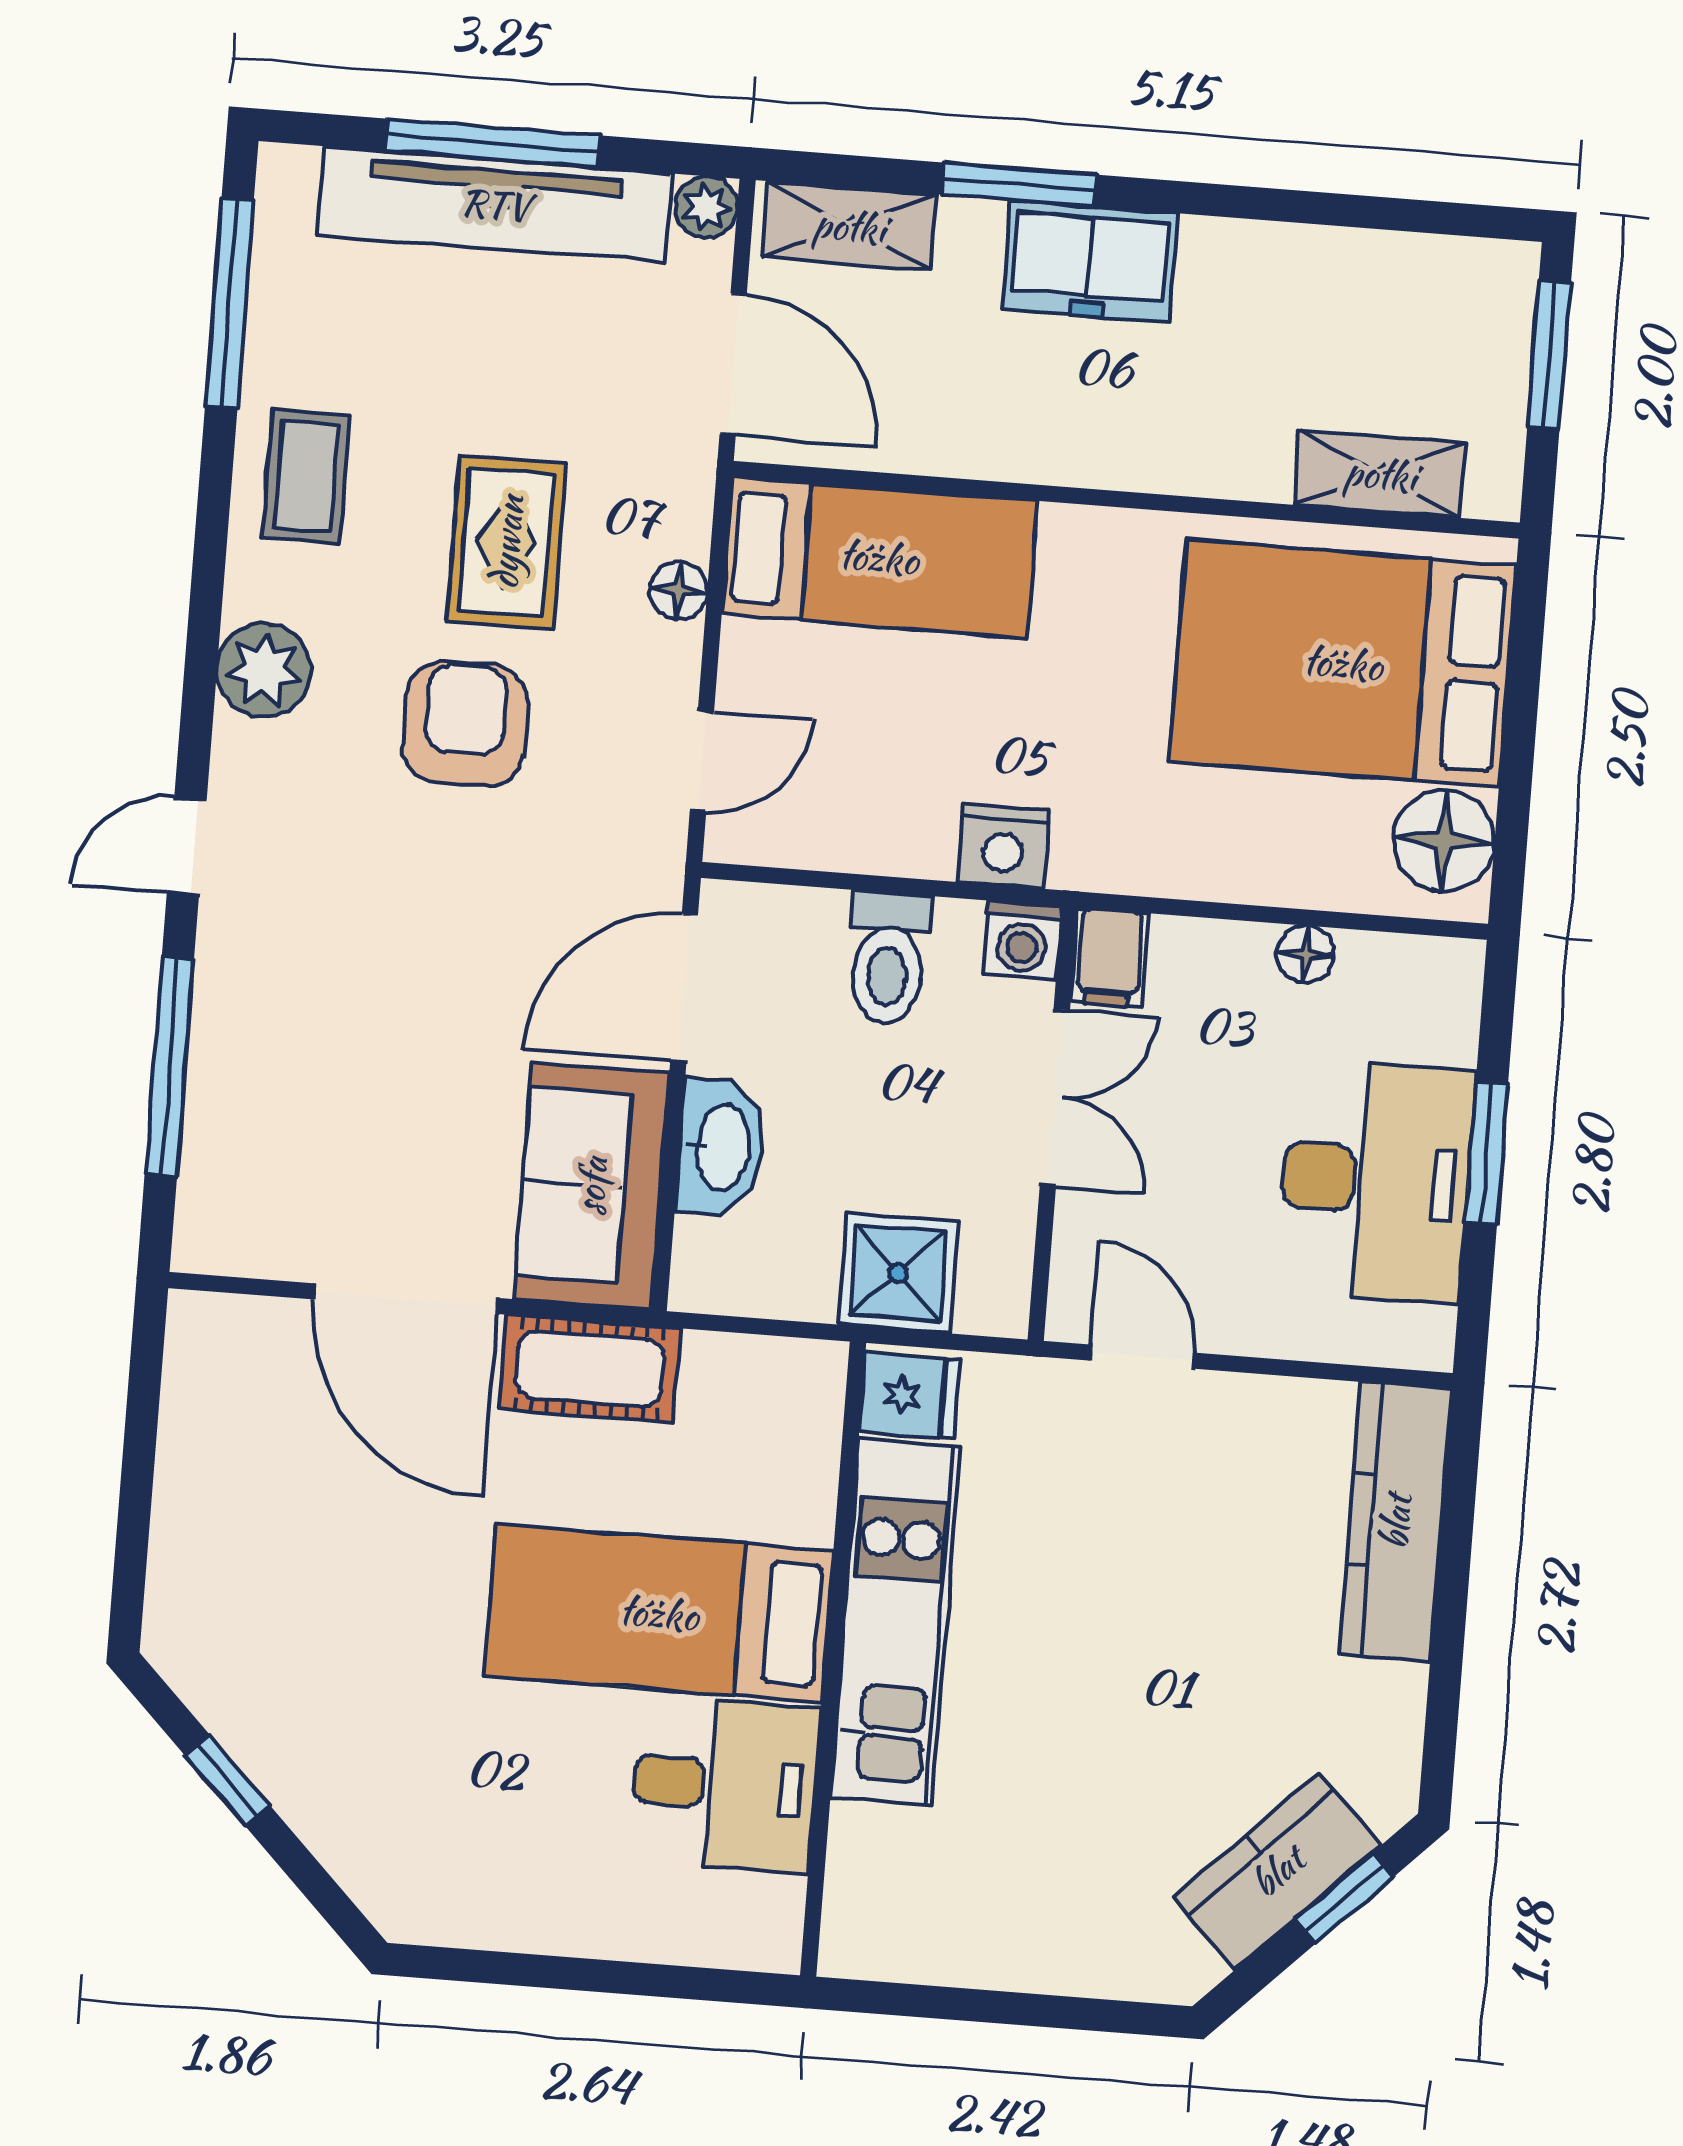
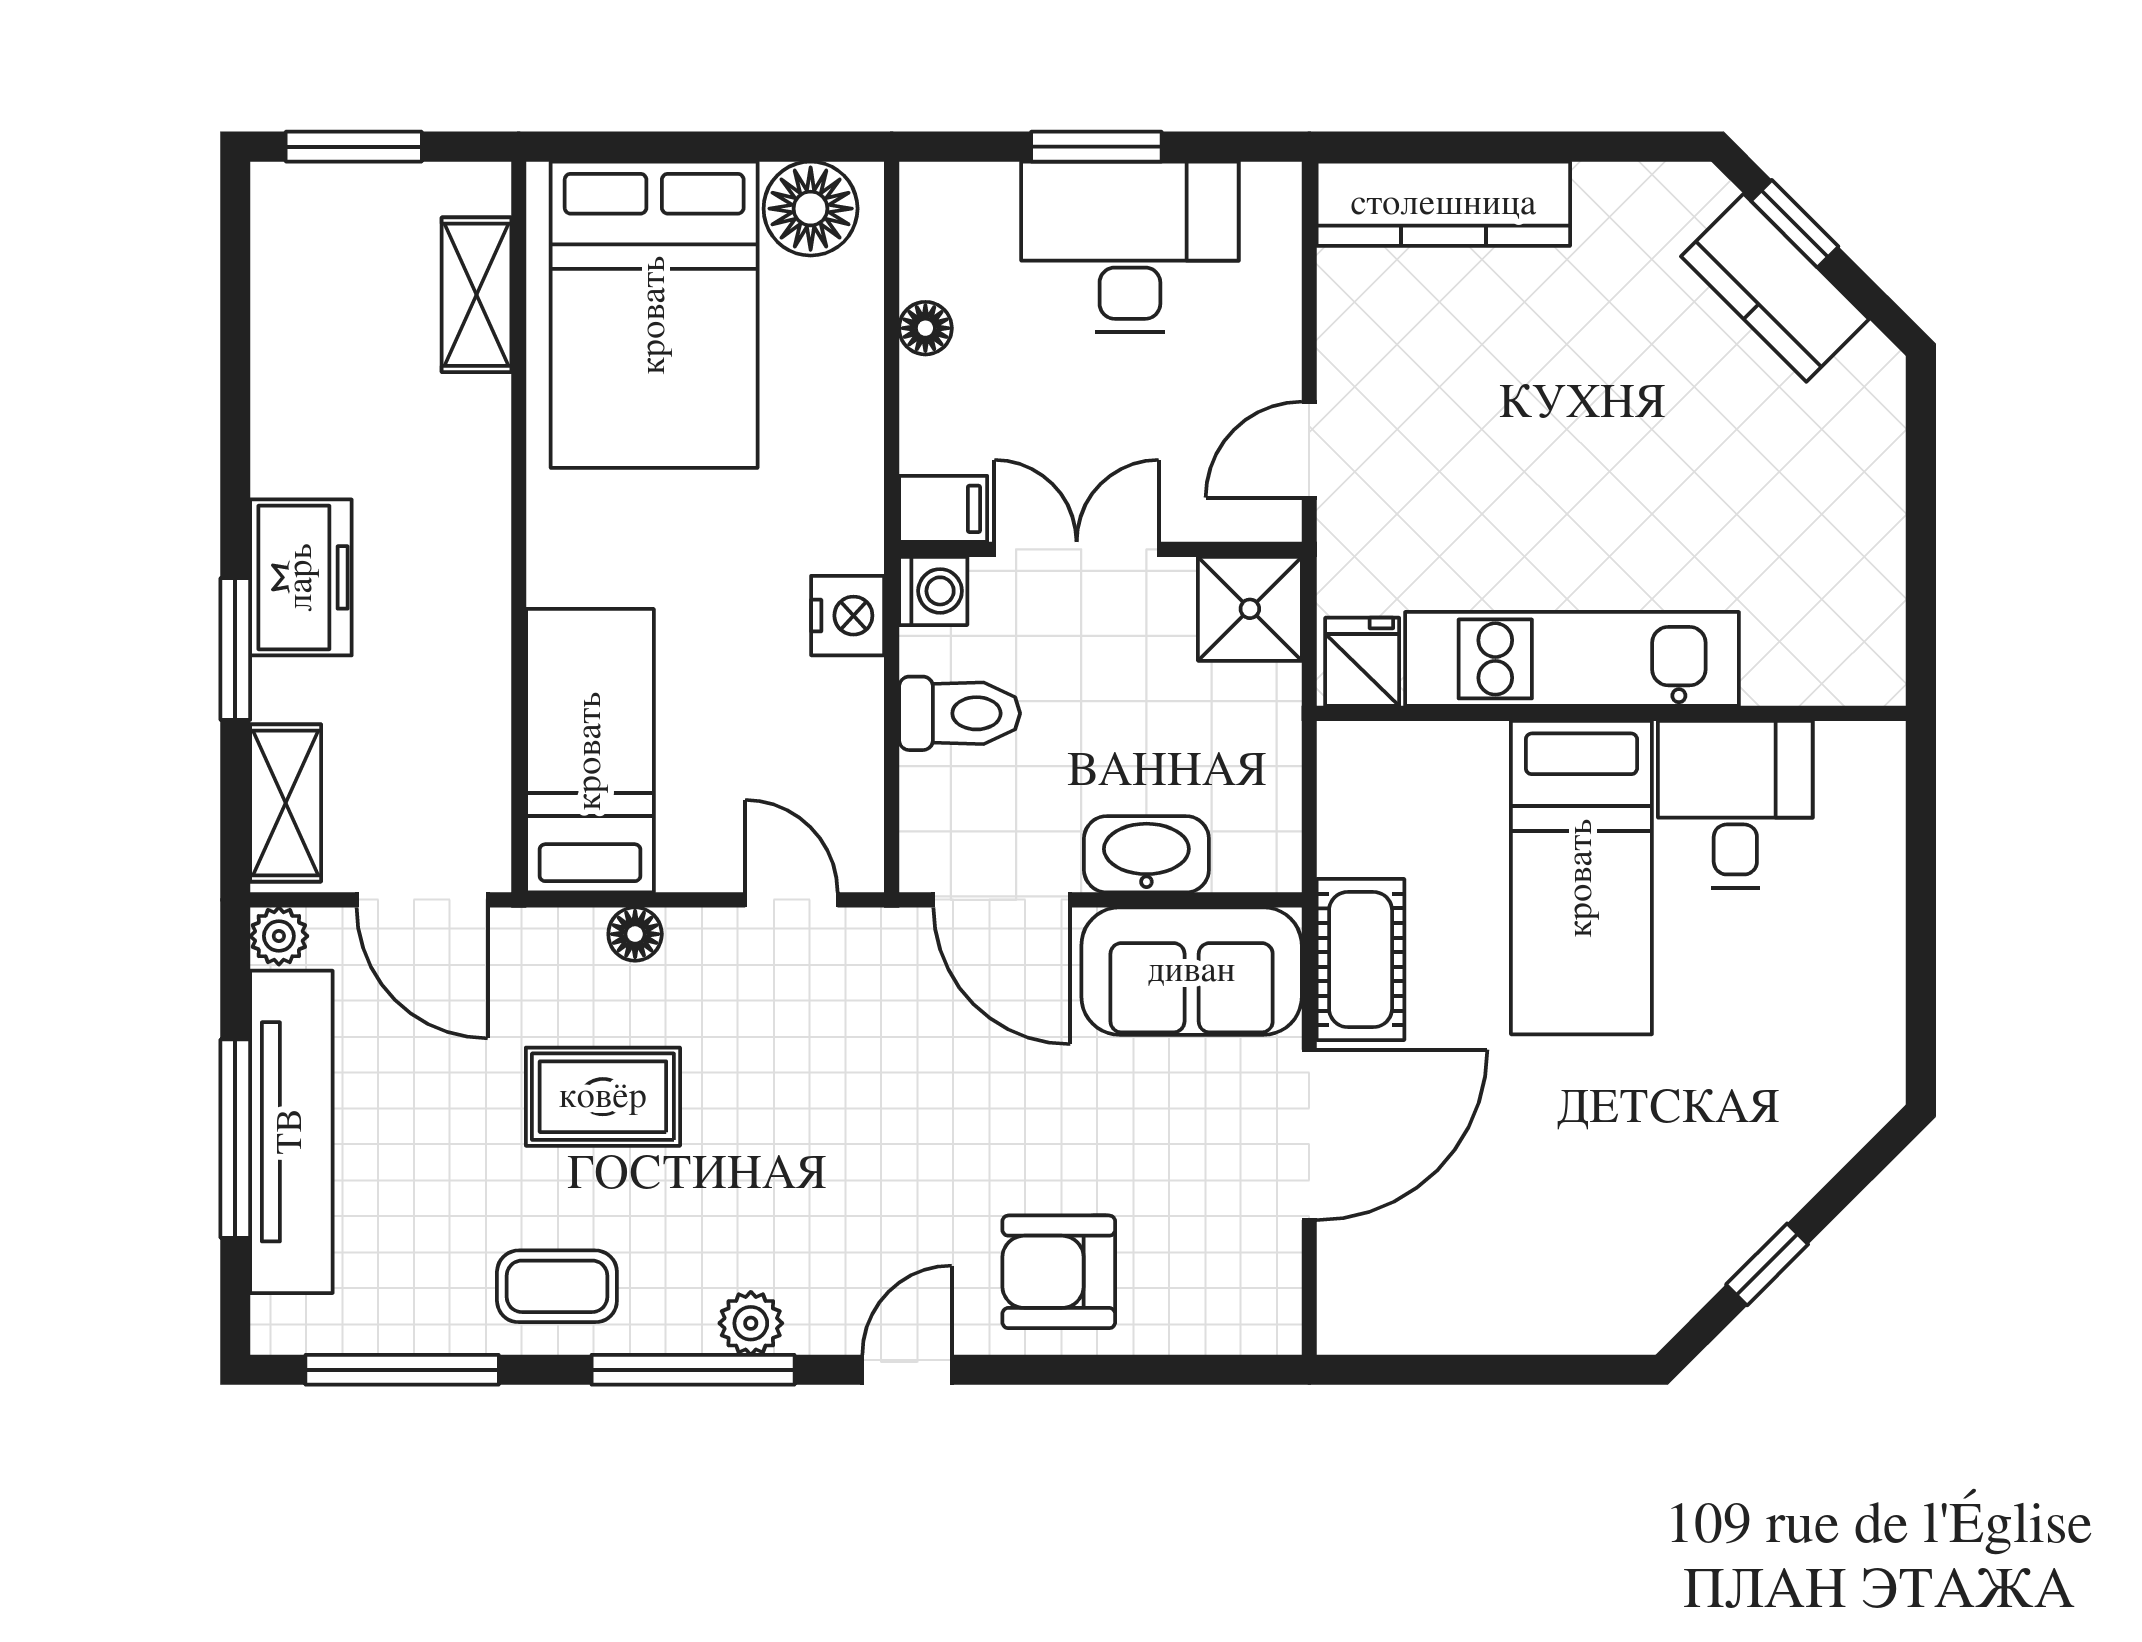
door: (733, 364) -> (422, 900), swing flipped
plant: (264, 670) -> (751, 1323), width x0.73, depth x0.73
armchair: (465, 724) -> (1059, 1272), moved
door: (187, 846) -> (907, 1370), swing flipped
window: (169, 1067) -> (693, 1370), moved
shower: (898, 1273) -> (1250, 609), moved

